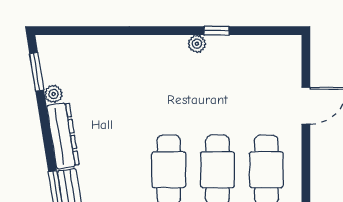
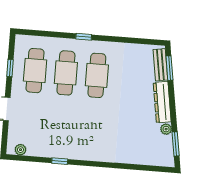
plant: (197, 44) -> (20, 150), moved
window: (306, 171) -> (10, 68), added

